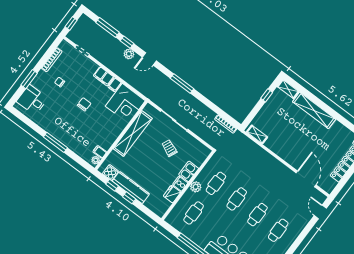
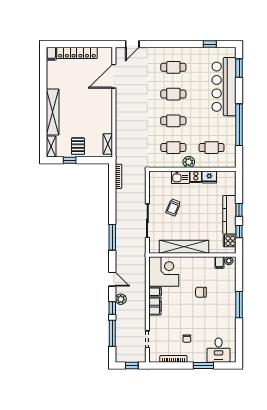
chair: (84, 104) -> (201, 292), moved
pallet: (273, 110) -> (78, 146), added

